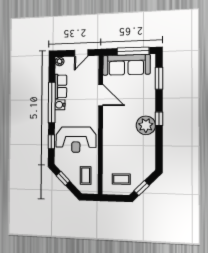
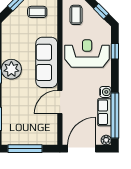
door: (81, 53) -> (82, 149), width x1.88
sofa: (126, 65) -> (47, 62), moved, turned -90
door: (101, 95) -> (60, 102), hinge flipped
window: (52, 103) -> (115, 115), moved

